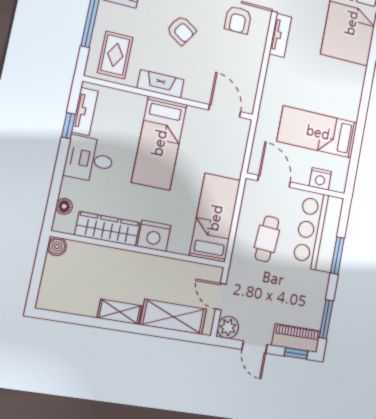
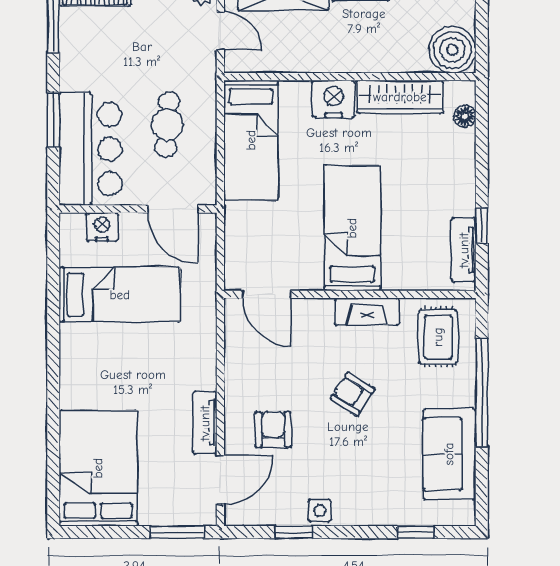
desk: (89, 159) -> (444, 186), removed
boiler: (57, 247) -> (452, 50), width x1.86, depth x1.86

